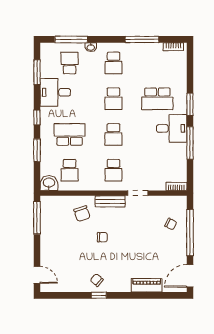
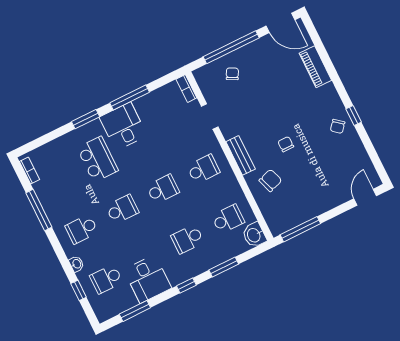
window: (71, 39) -> (79, 290), width x0.46
school desk: (113, 63) -> (82, 229), turned 180
school desk: (70, 134) -> (187, 239), width x0.54
doorway: (138, 193) -> (210, 117), moved

